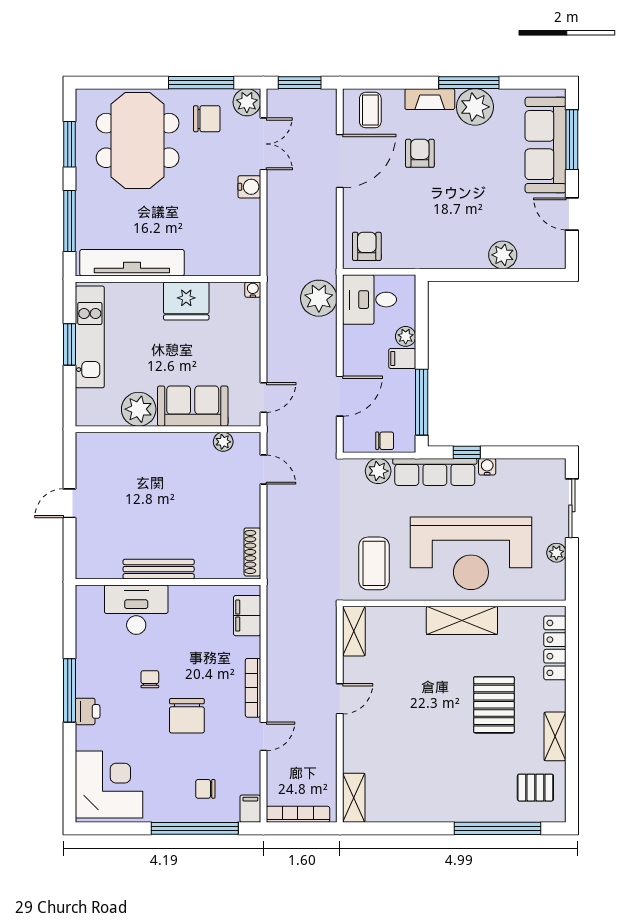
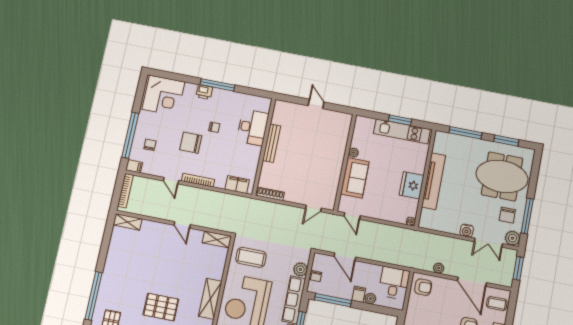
tv unit: (132, 263) -> (434, 181), moved
plant: (319, 298) -> (439, 268), moved, width x0.53, depth x0.53
plant: (139, 409) -> (354, 153), width x0.53, depth x0.53
plant: (223, 442) -> (333, 190), removed

